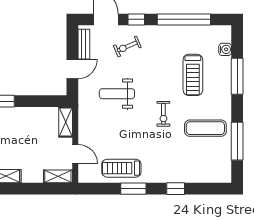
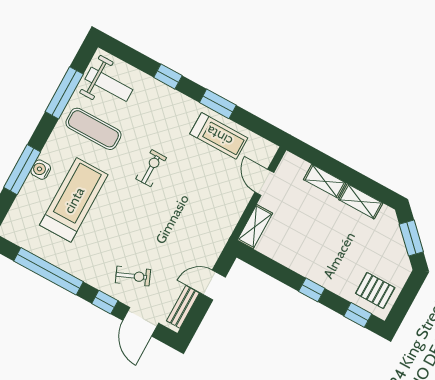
water cooler: (225, 49) -> (41, 170), moved
treadmill: (193, 75) -> (74, 200), width x1.37, depth x1.38
weight bench: (117, 94) -> (109, 84), moved
exercise bike: (163, 114) -> (151, 168), moved
shelving: (58, 176) -> (325, 181), moved

